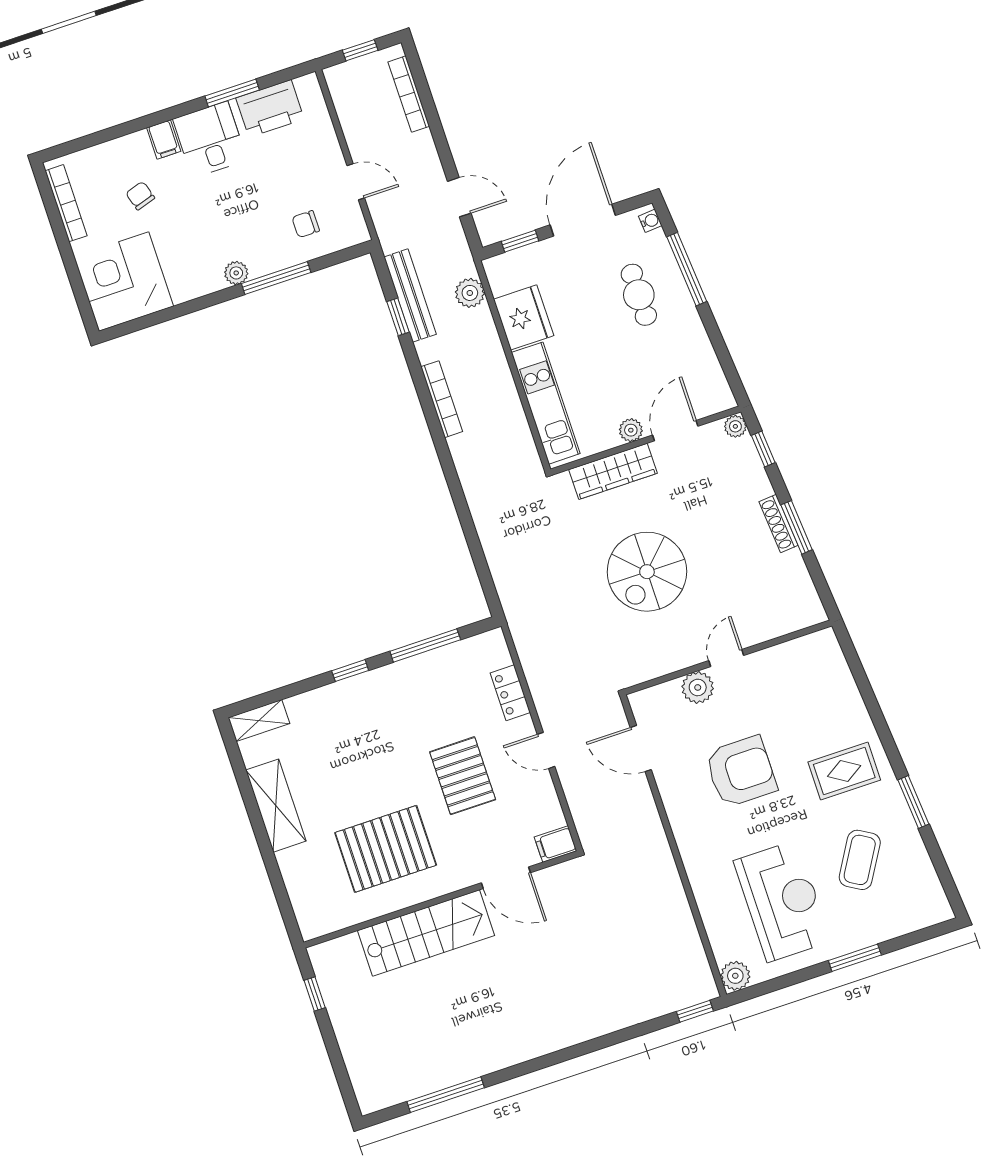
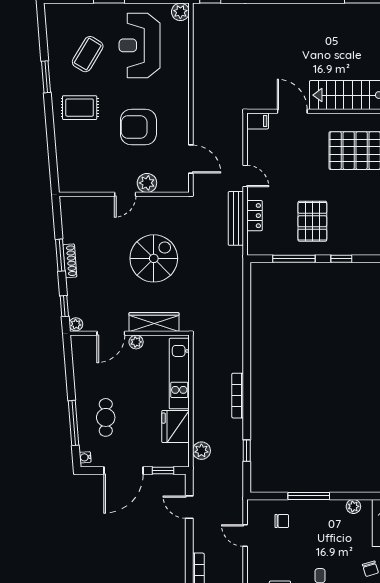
plant: (236, 273) -> (353, 506), moved
bench: (410, 296) -> (236, 218), moved
pallet: (463, 776) -> (312, 221), moved

